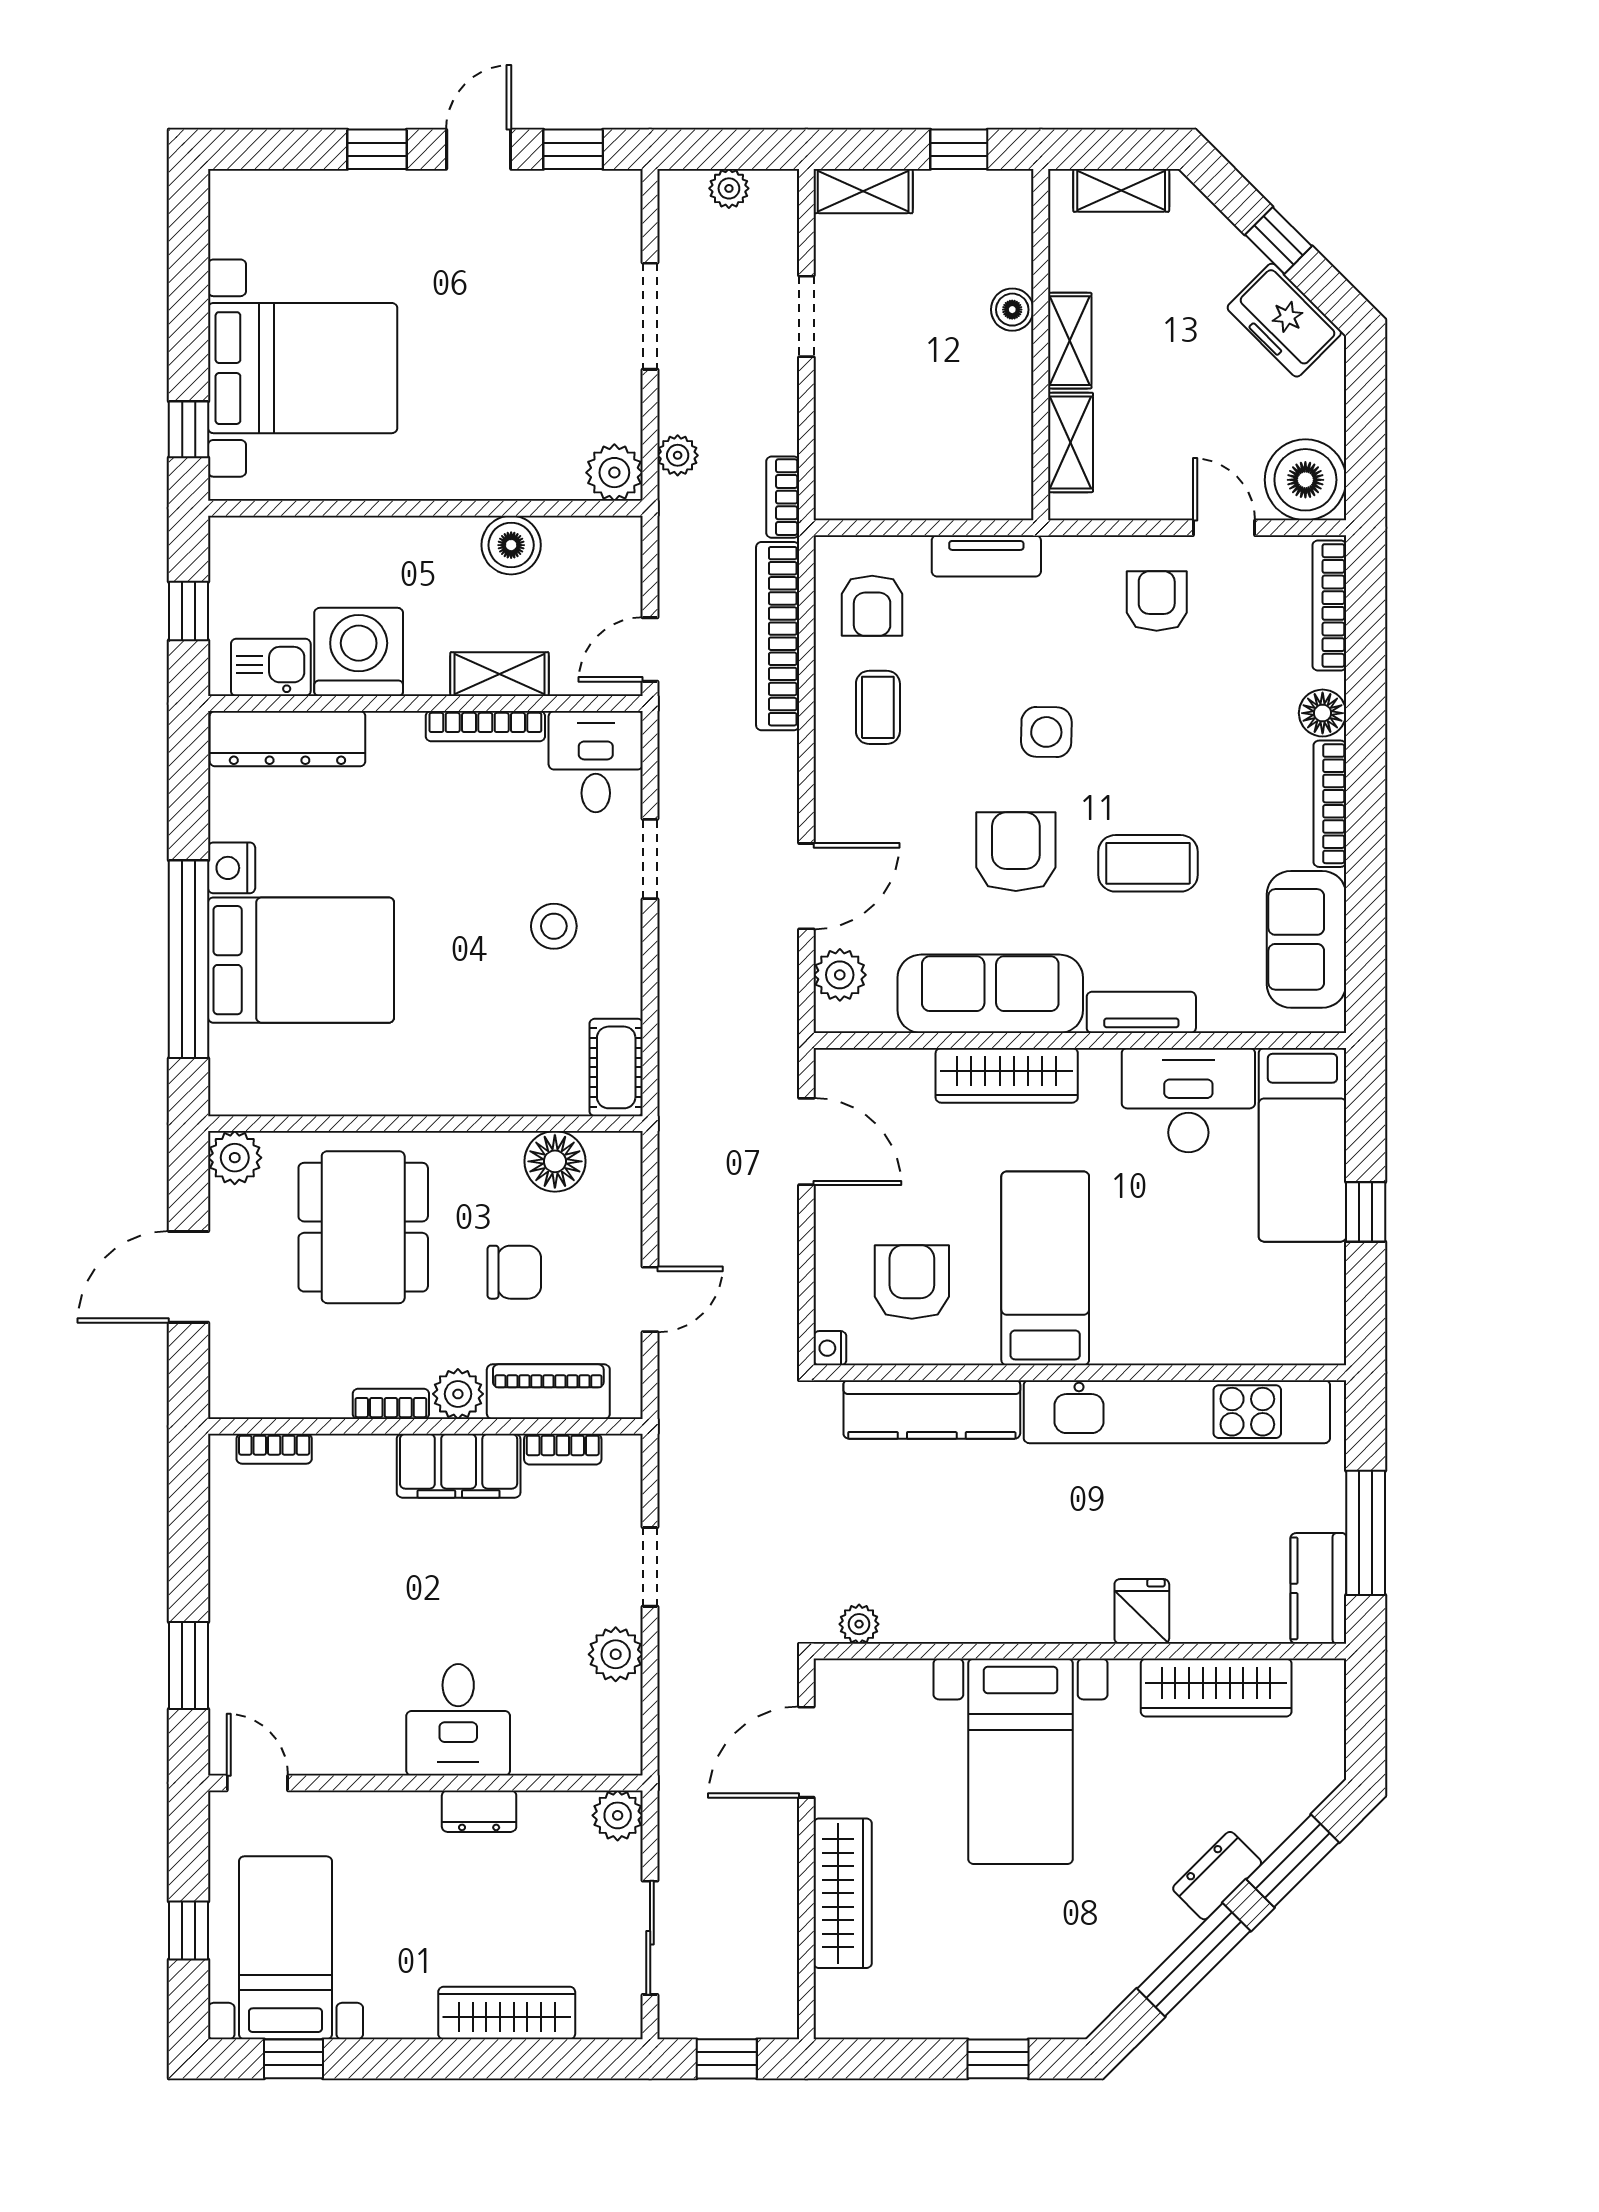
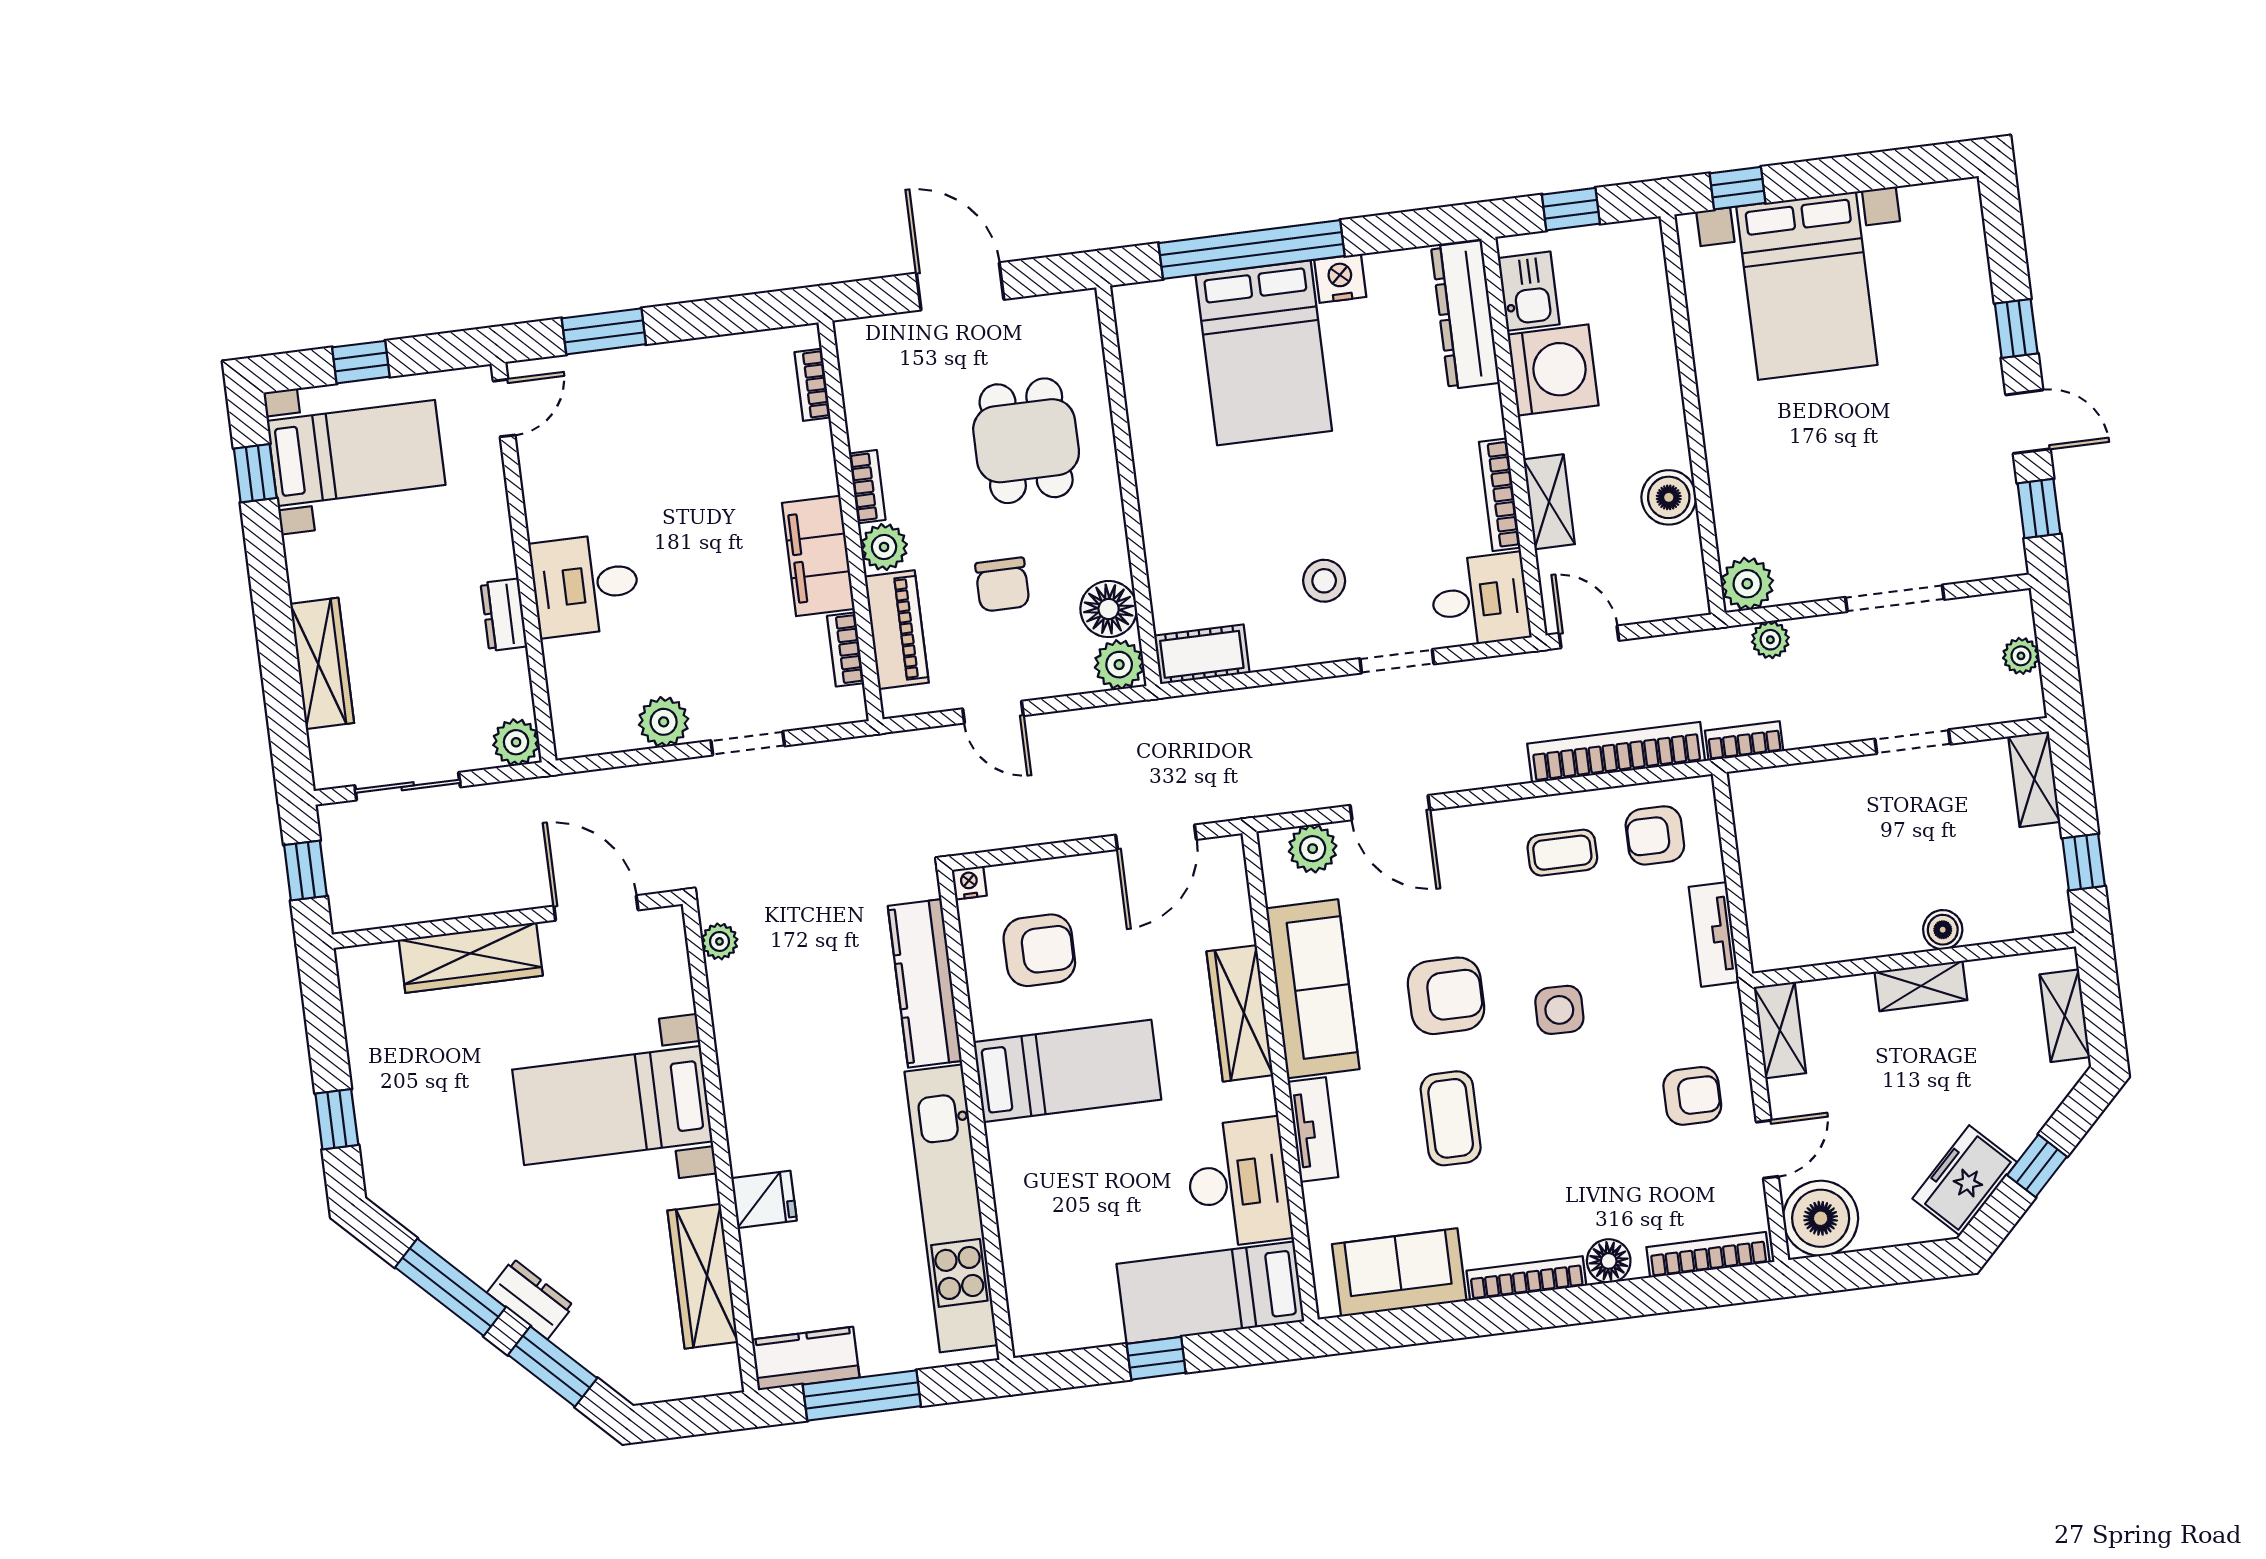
shelving: (1071, 442) -> (1780, 1030), moved, turned 90
plant: (235, 1158) -> (1119, 665), moved
dining table: (363, 1227) -> (1026, 441), width x0.73

